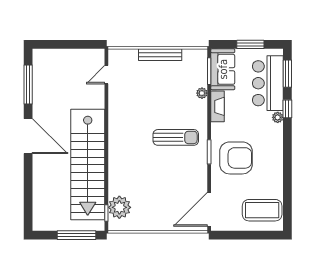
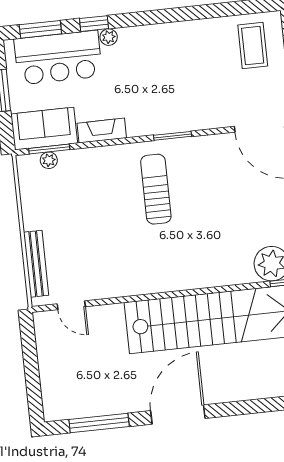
bench: (160, 55) -> (36, 264), moved
plant: (202, 93) -> (49, 160), moved
armchair: (236, 158) -> (177, 94), removed
coffee table: (262, 210) -> (253, 46), width x0.73, depth x0.76

